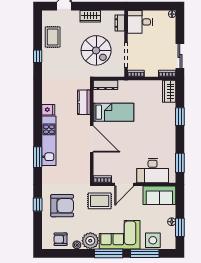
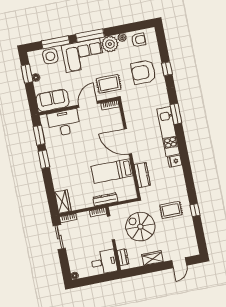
rug: (53, 37) -> (171, 210), moved, turned 90
dresser: (105, 85) -> (105, 199), moved
window: (180, 117) -> (44, 159), moved

